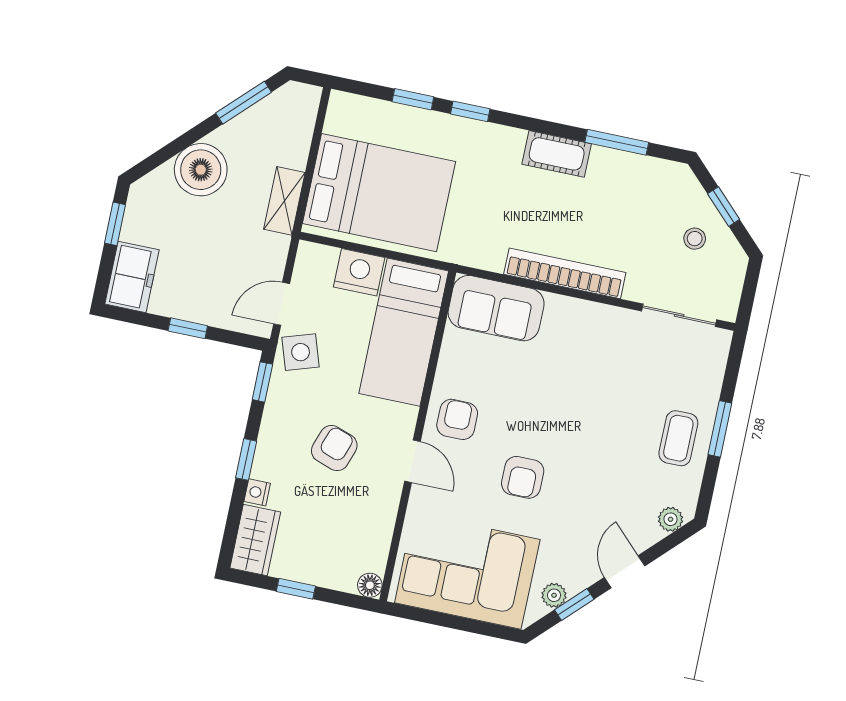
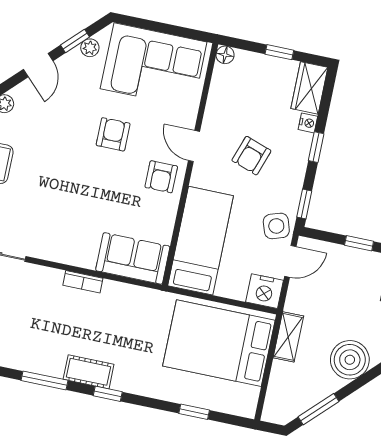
window: (470, 111) -> (108, 394), moved
nightstand: (359, 272) -> (264, 291), moved
bookcase: (565, 273) -> (83, 282), width x0.43, depth x0.76

